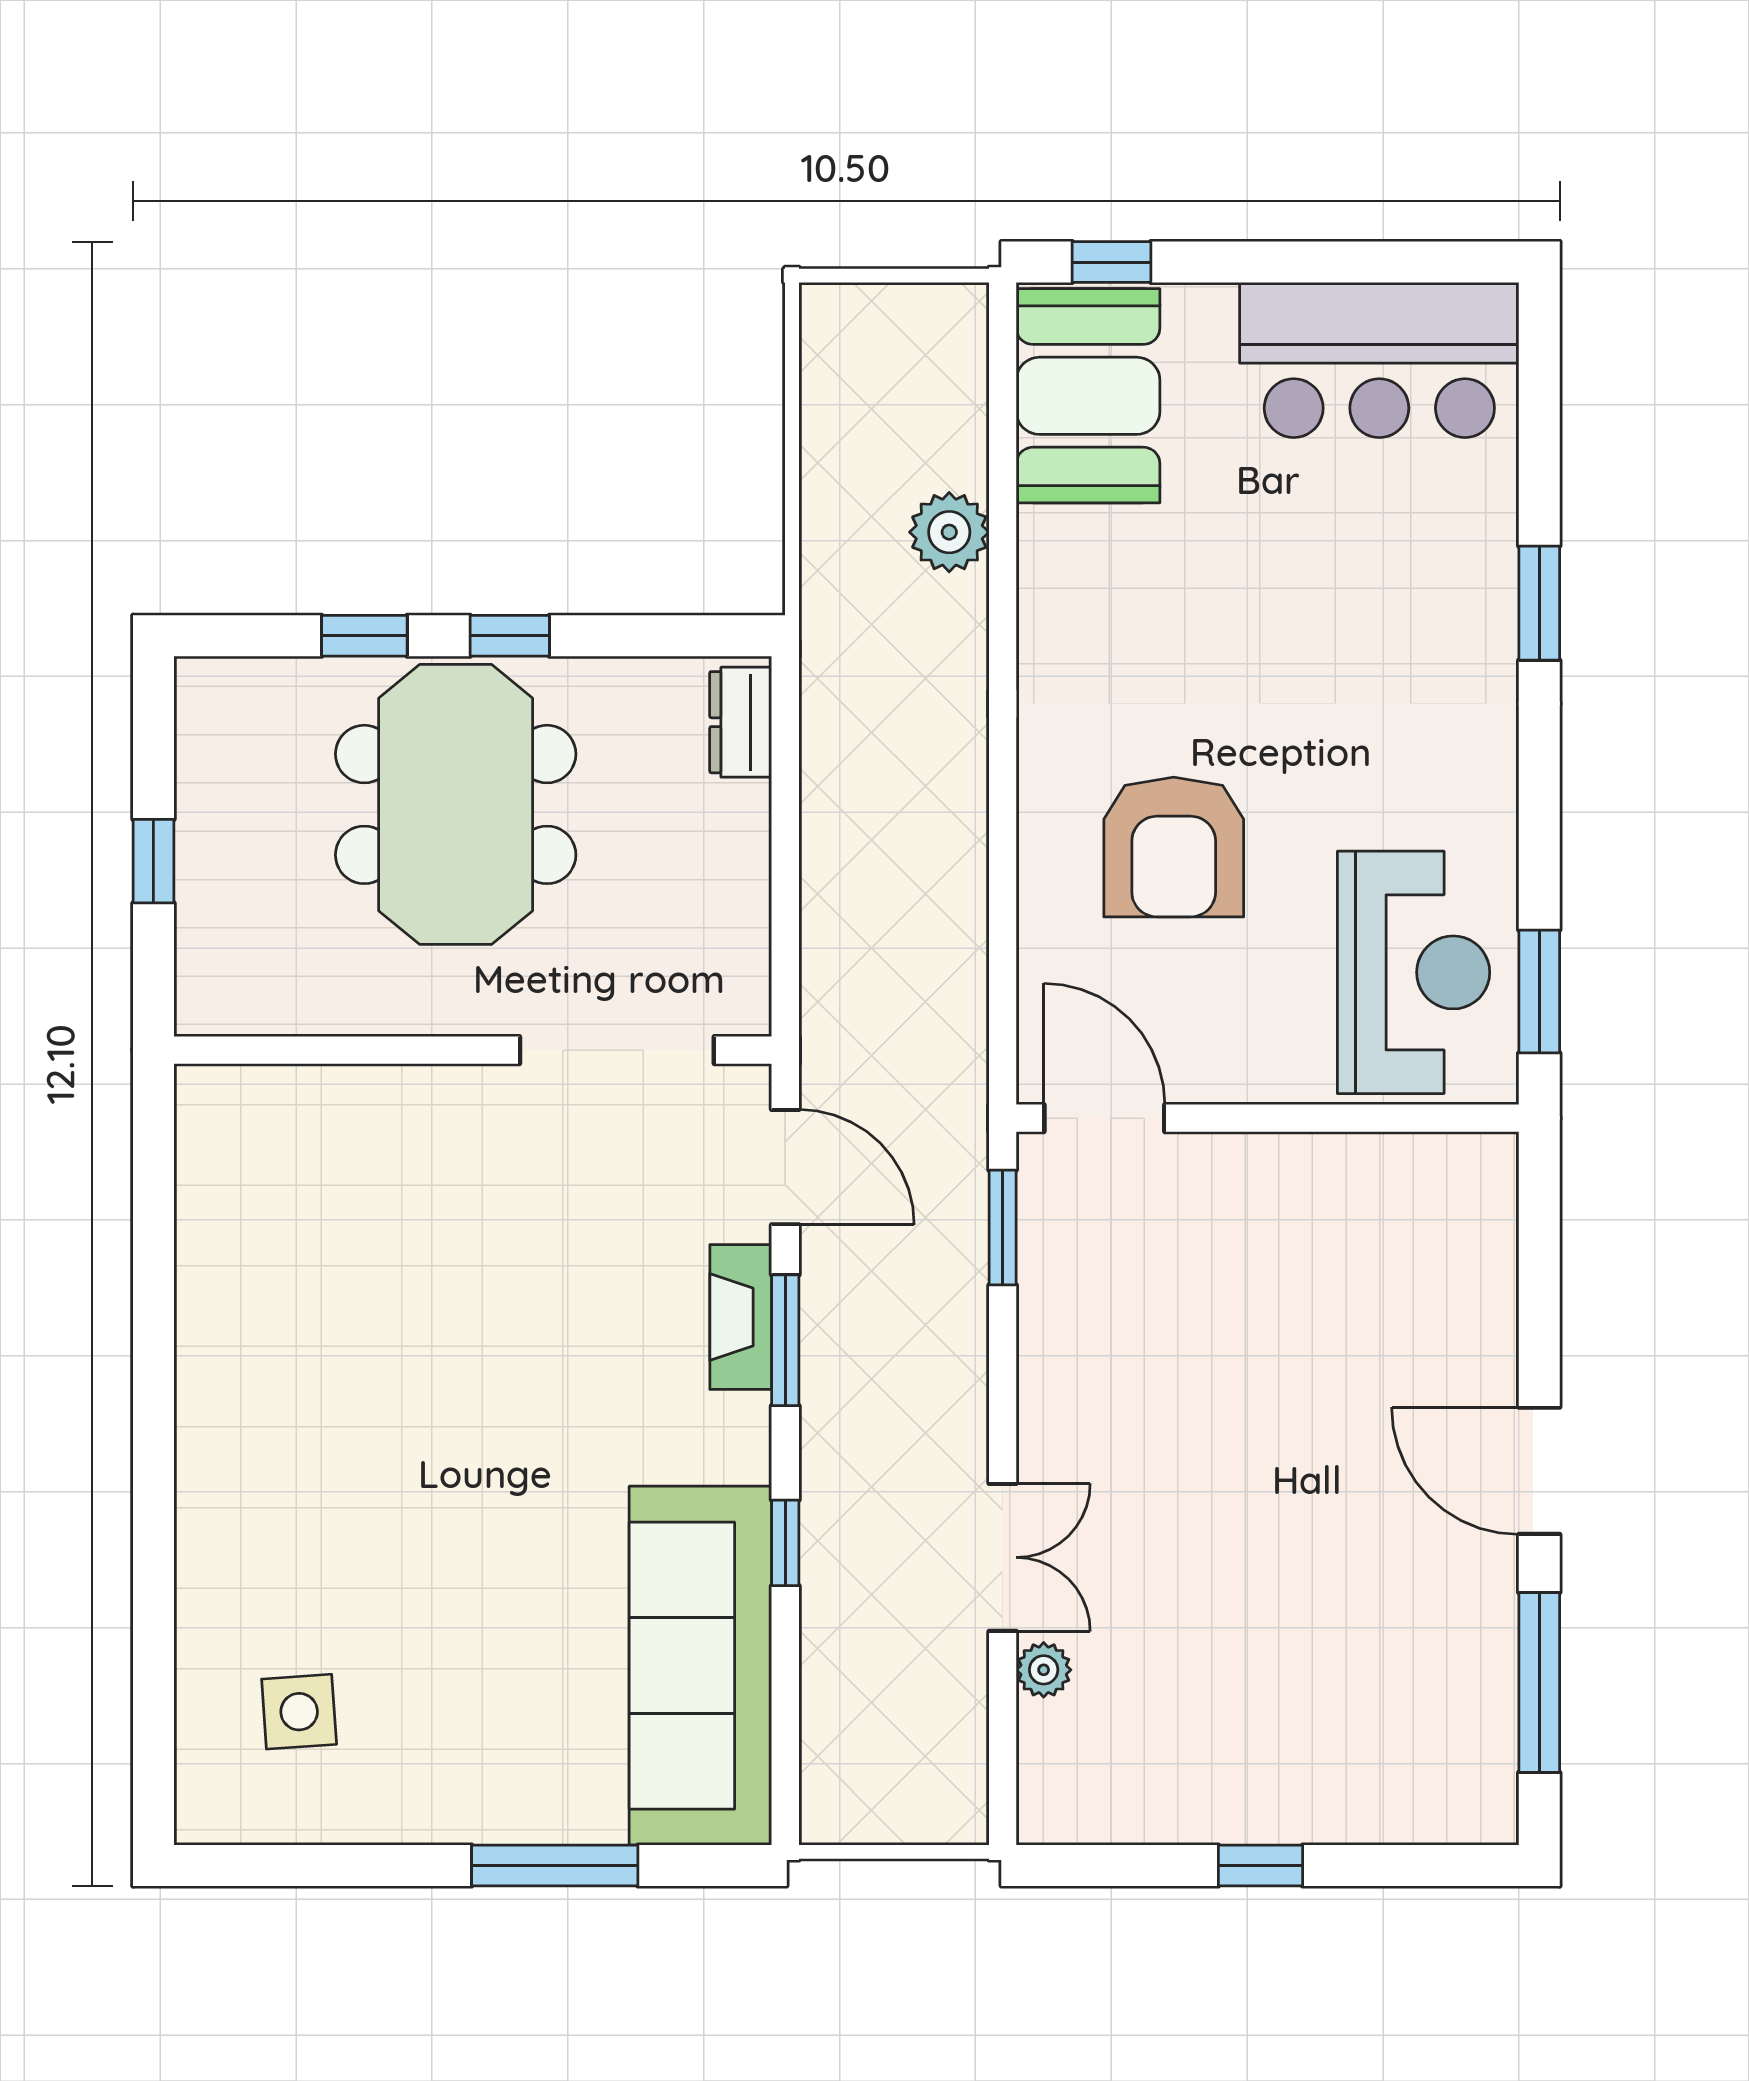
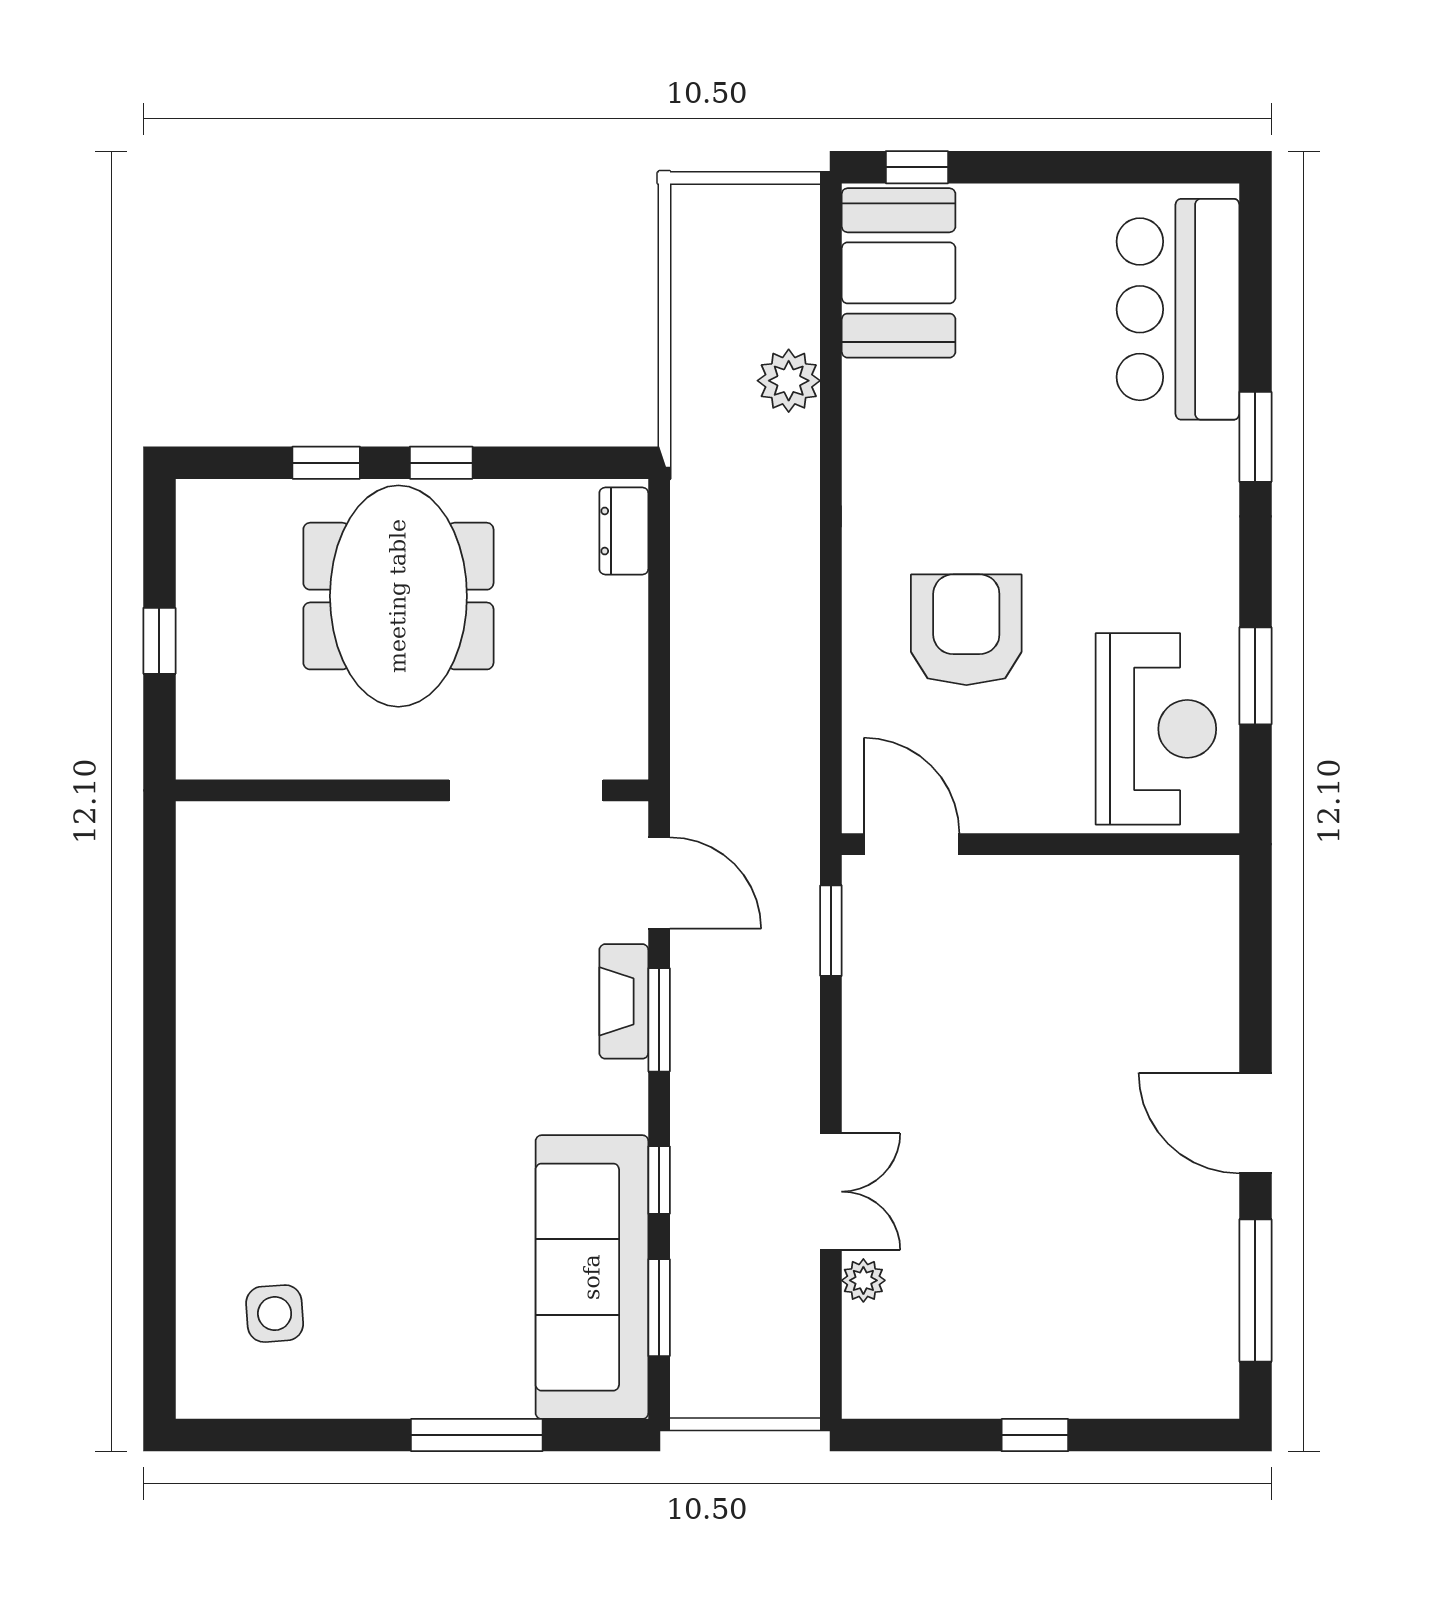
bar counter: (1379, 360) -> (1178, 309), moved, turned 90
armchair: (1174, 847) -> (966, 630), turned 180
window: (1539, 991) -> (1255, 676), moved
window: (785, 1704) -> (659, 1308), added

